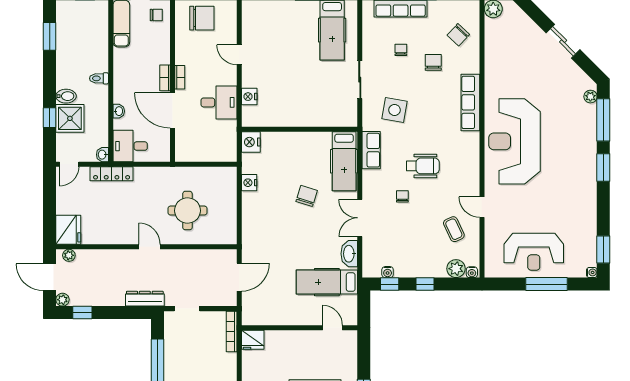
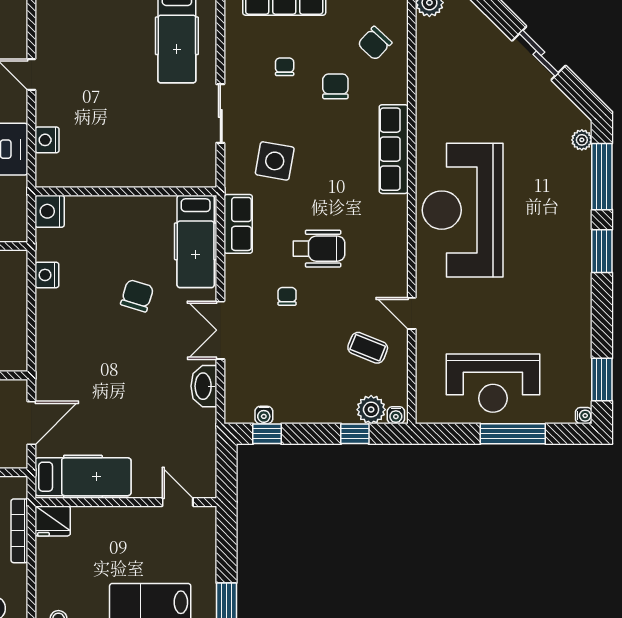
coffee table: (454, 229) -> (368, 348), turned -43
hospital bed: (327, 282) -> (83, 477), moved, turned 180
window: (425, 284) -> (355, 434), moved
bookcase: (232, 331) -> (19, 531), moved

